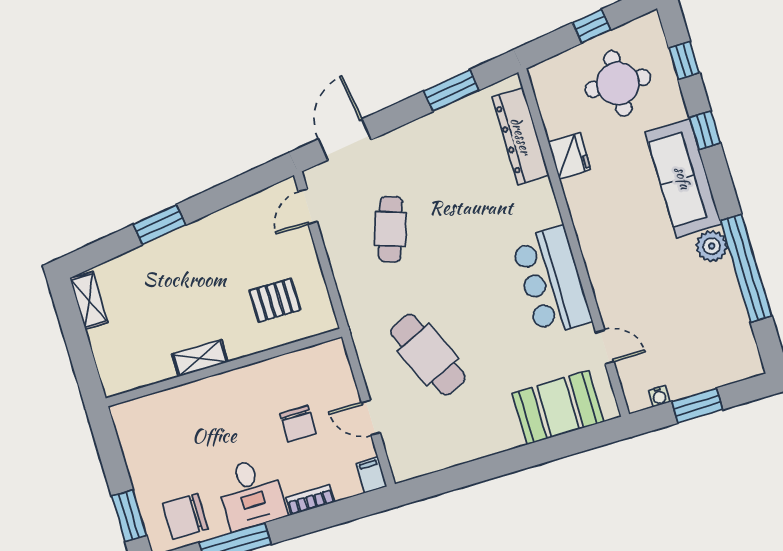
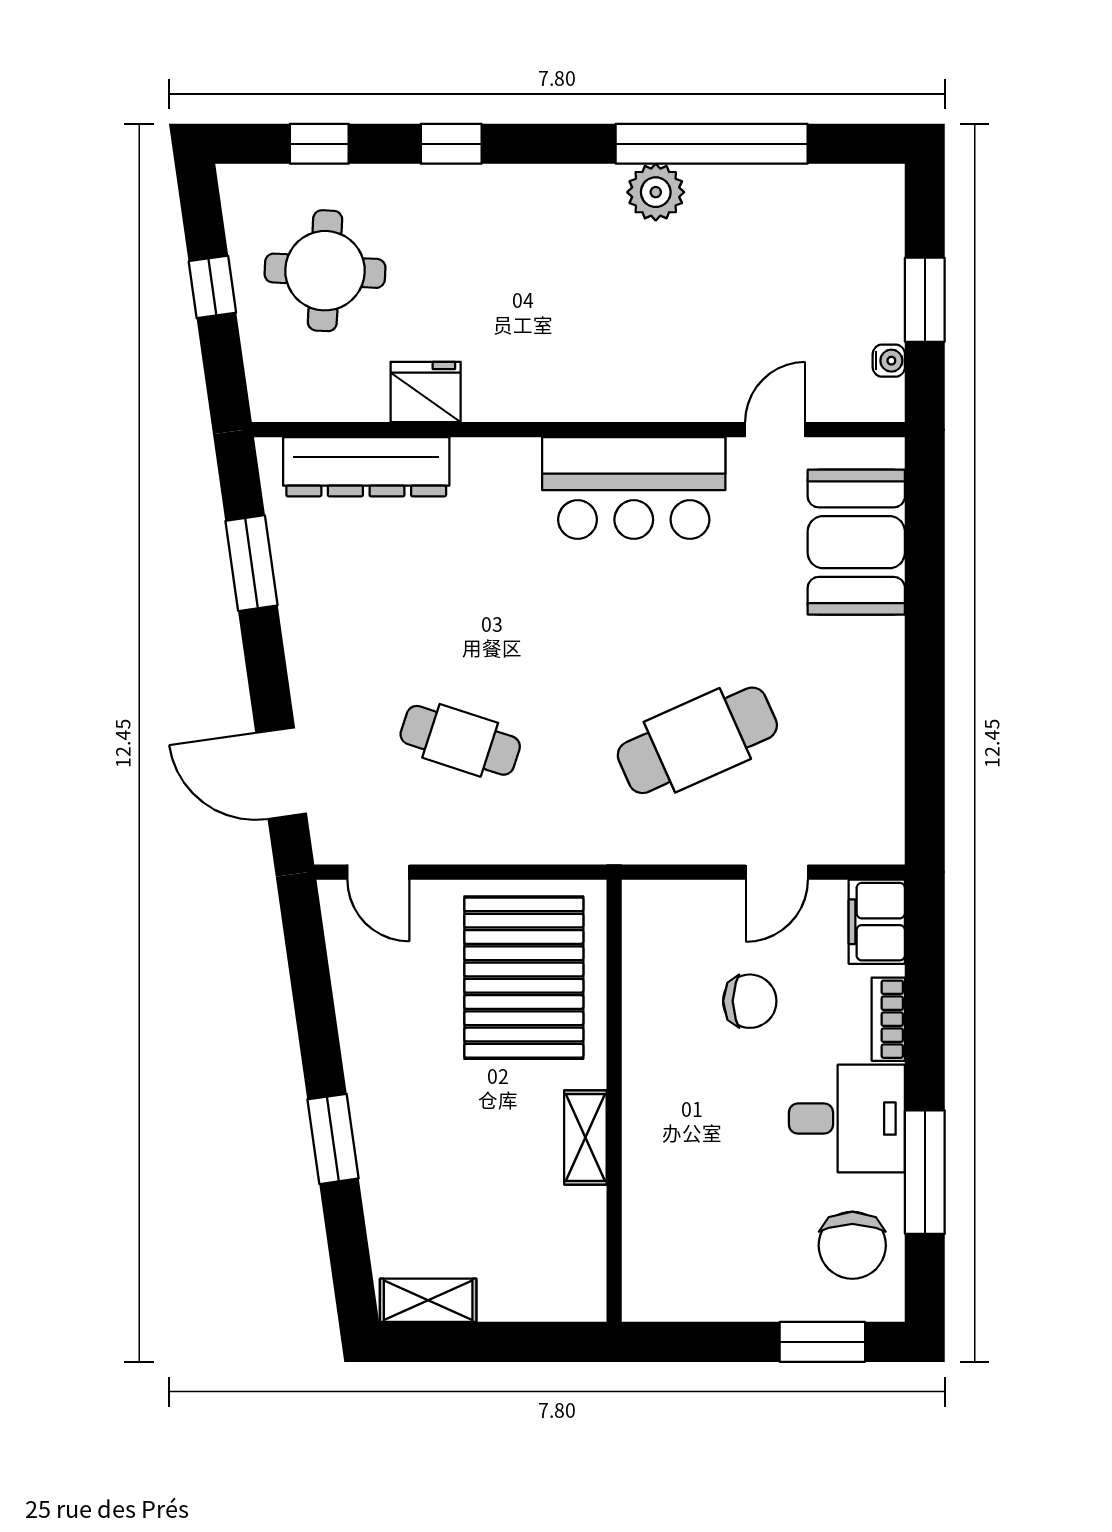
sofa: (683, 178) -> (523, 206), removed
pallet: (275, 300) -> (524, 978), width x2.05, depth x2.00
filing cabinet: (371, 475) -> (877, 922), width x2.00

